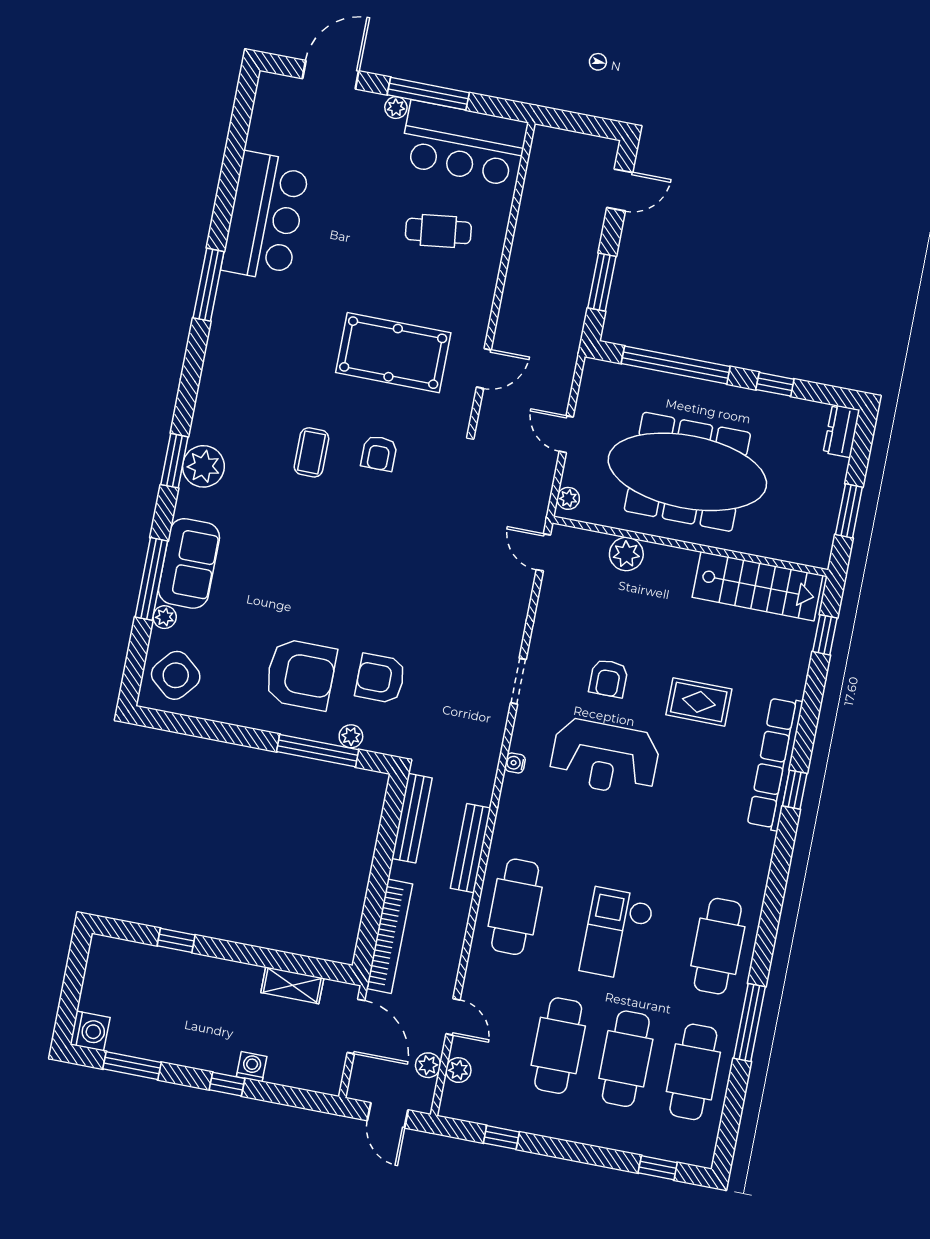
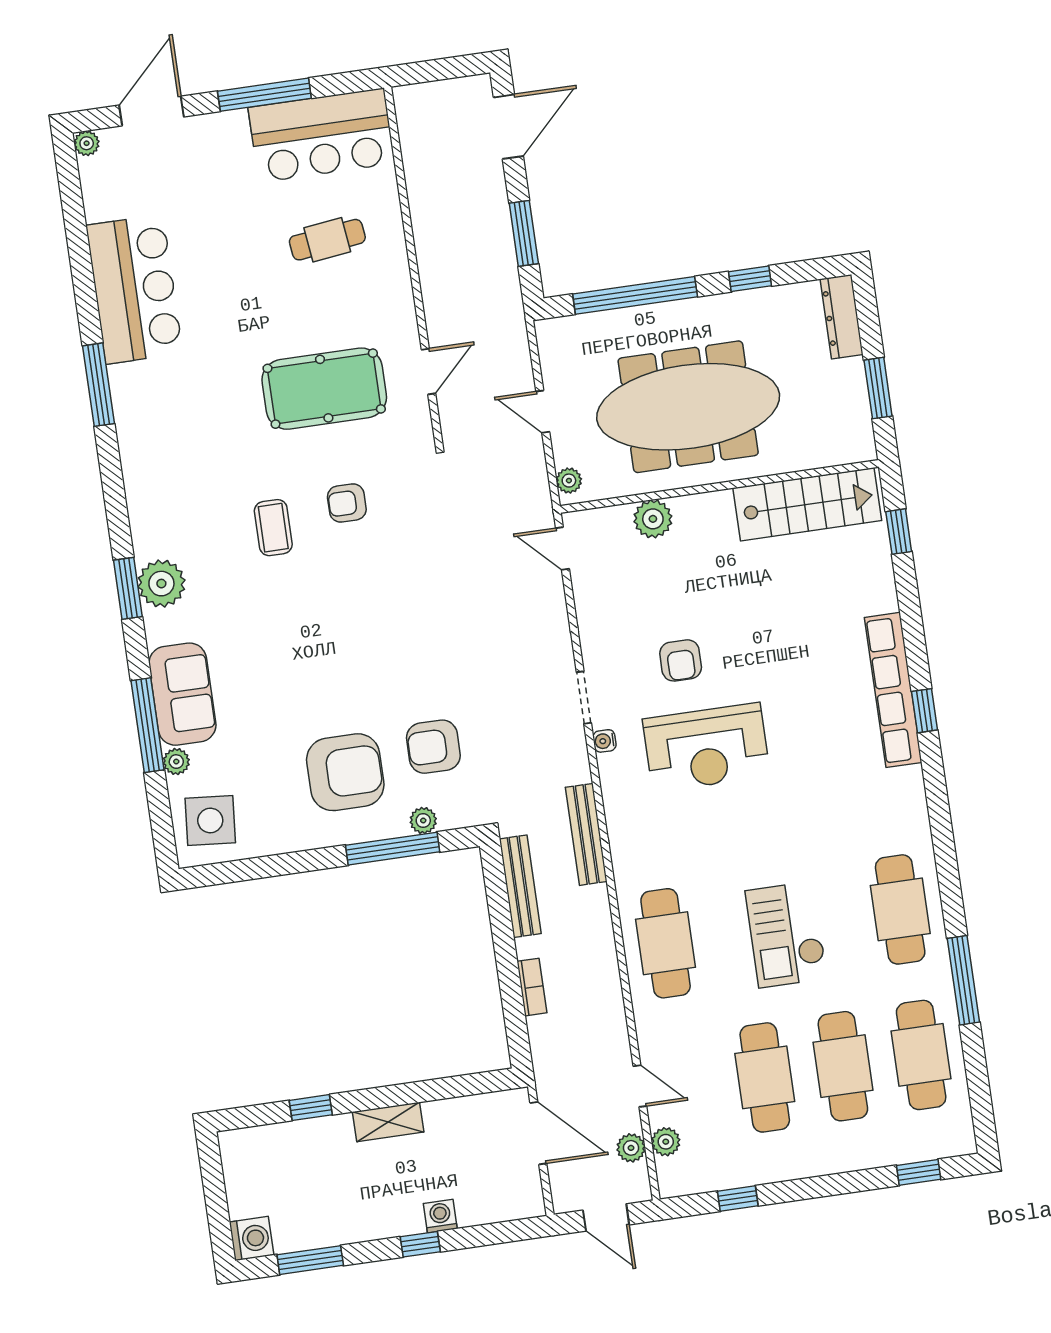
plant: (396, 108) -> (87, 143), moved
door: (620, 190) -> (508, 127), width x1.38
dresser: (841, 431) -> (842, 317), width x1.44
armchair: (379, 453) -> (347, 503), turned 90
side table: (176, 675) -> (210, 820), turned -35
rug: (699, 702) -> (787, 652), removed
water cooler: (515, 763) -> (604, 741), moved
bench: (471, 848) -> (586, 834), moved
bookcase: (389, 936) -> (532, 987), width x0.43, depth x0.76
shelving: (292, 985) -> (388, 1122), moved

